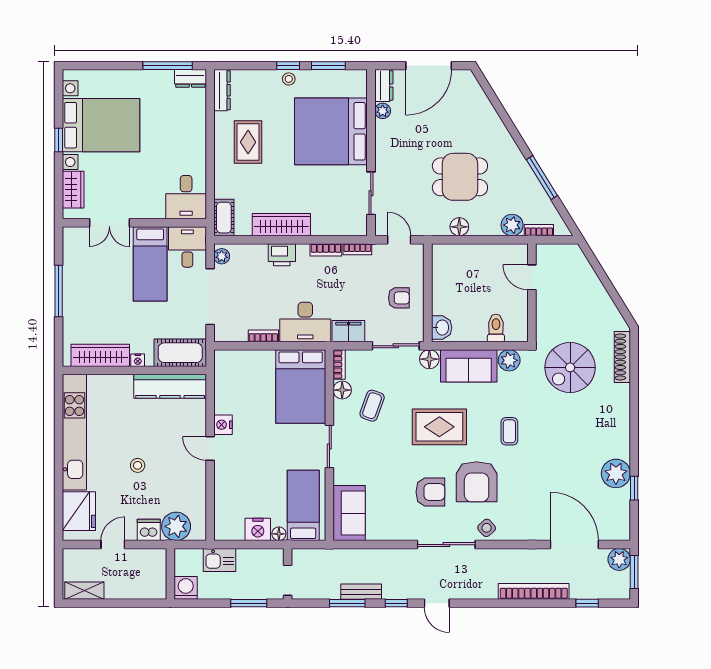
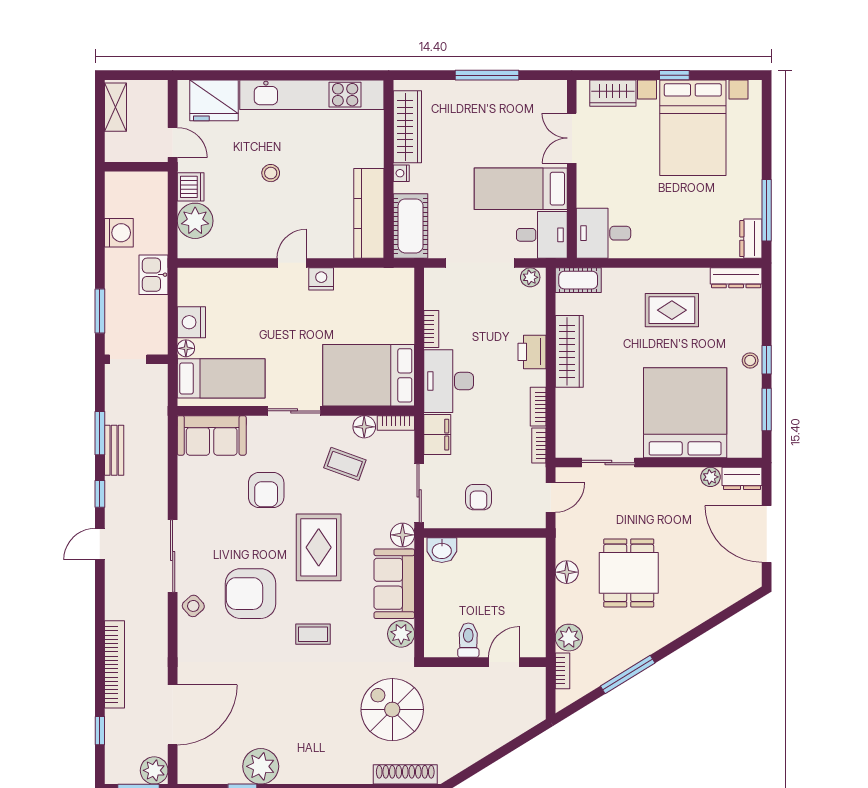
toilet: (496, 328) -> (468, 640), moved, turned -90
armchair: (430, 492) -> (266, 490), moved
wall: (170, 574) -> (136, 167), moved

